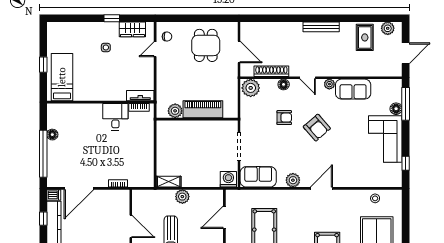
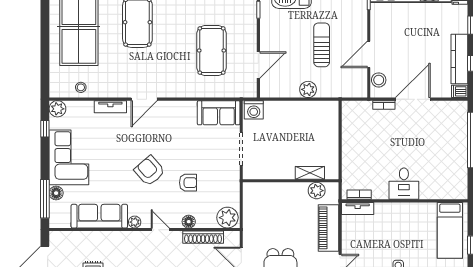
sofa: (353, 89) -> (99, 216), width x1.36
piano: (203, 109) -> (329, 228), moved, turned 90
desk: (115, 117) -> (404, 184), moved
armchair: (284, 118) -> (188, 183), turned 180
floor lamp: (52, 135) -> (461, 163), removed
plant: (293, 180) -> (57, 109), moved
shelving: (169, 182) -> (310, 173), moved
tv unit: (350, 182) -> (110, 107), added
door: (79, 188) -> (413, 99), moved
stool: (122, 205) -> (379, 80), added
door: (131, 226) -> (369, 54), hinge flipped

